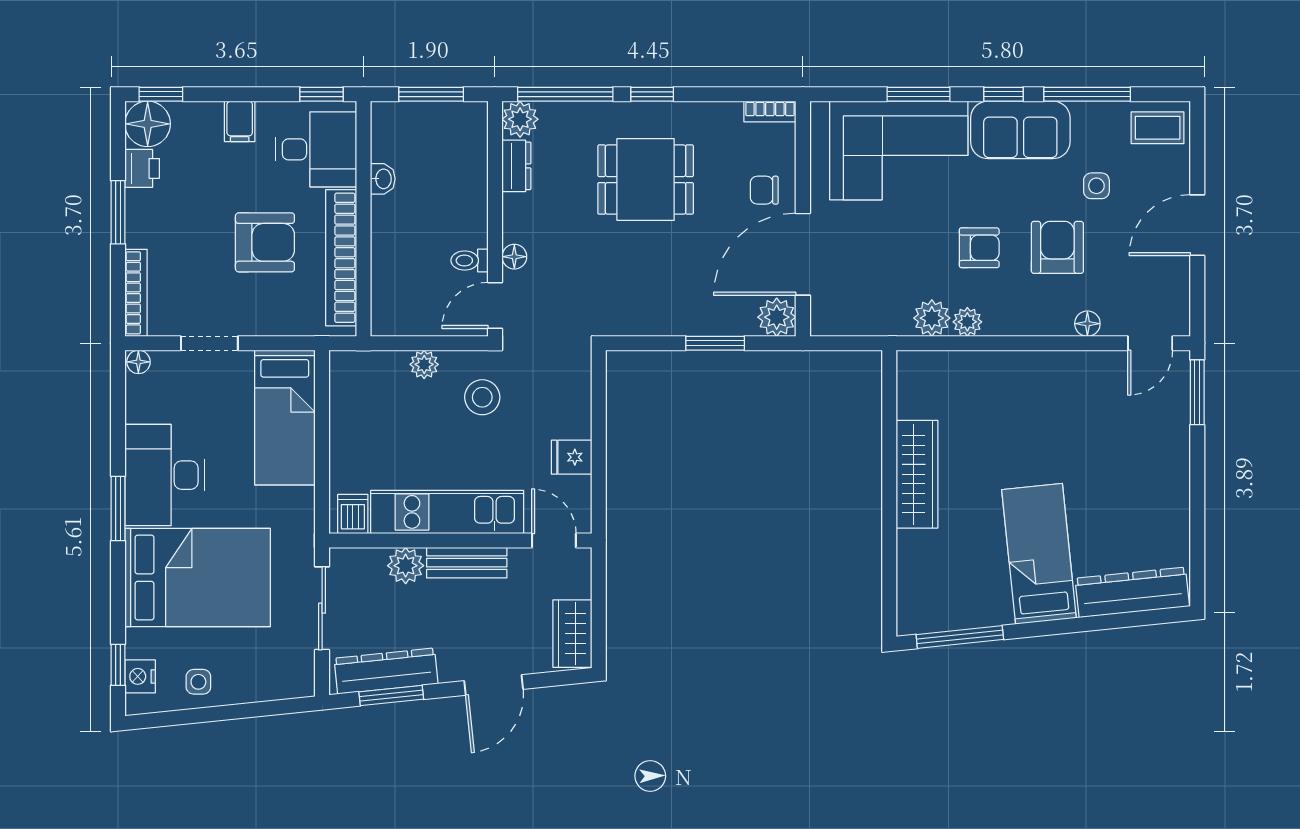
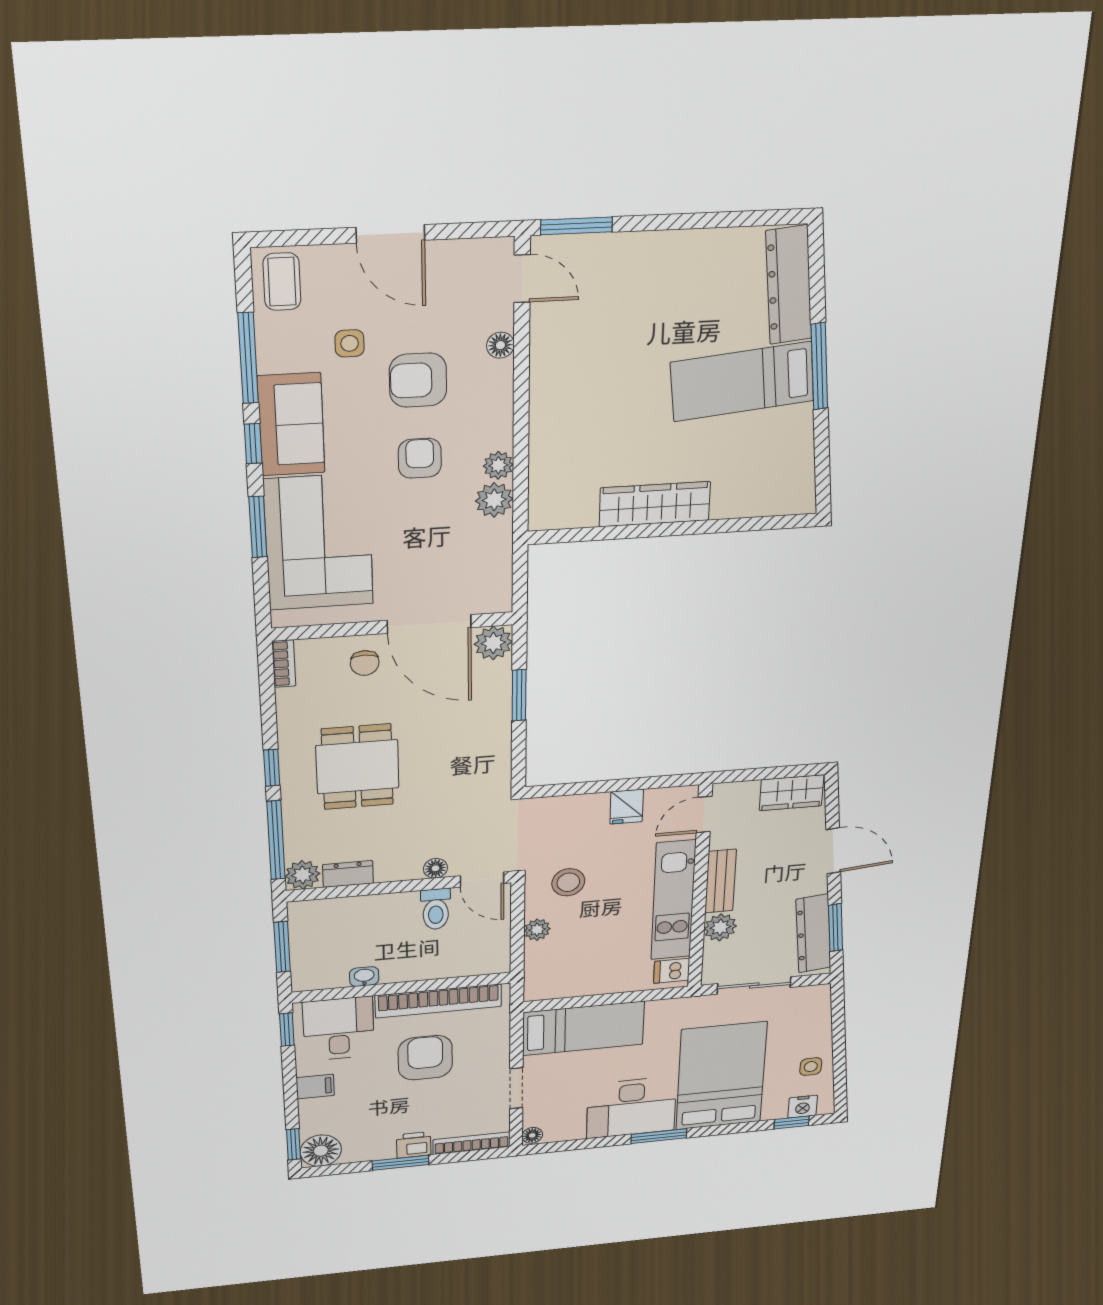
printer: (142, 168) -> (414, 1145), moved
toilet: (470, 260) -> (436, 909), width x1.37, depth x1.39
window: (960, 637) -> (819, 366), moved

